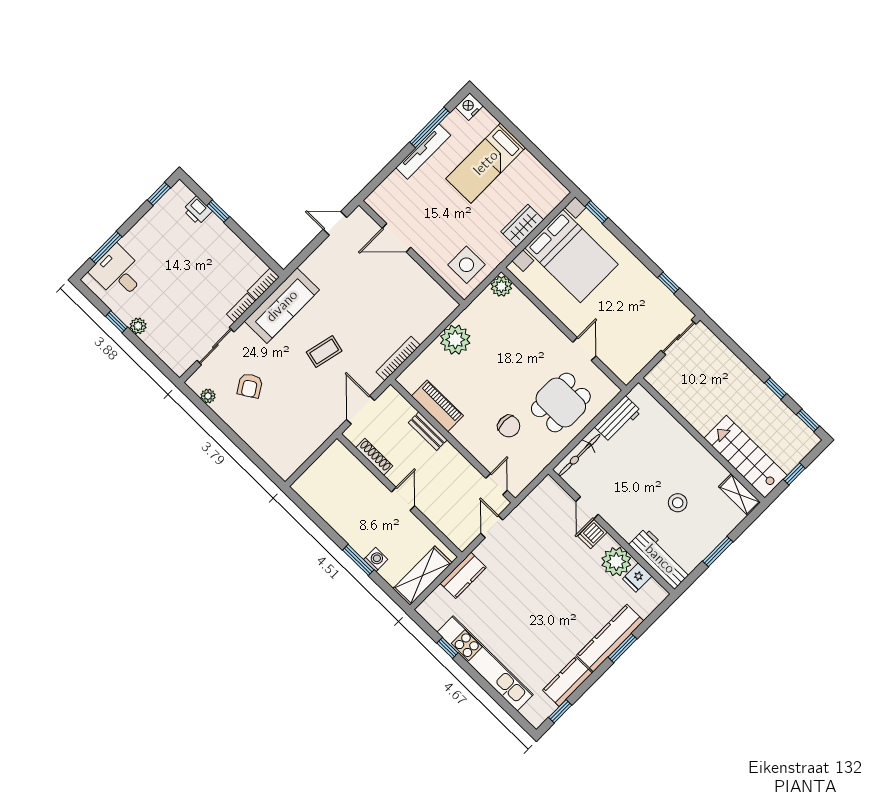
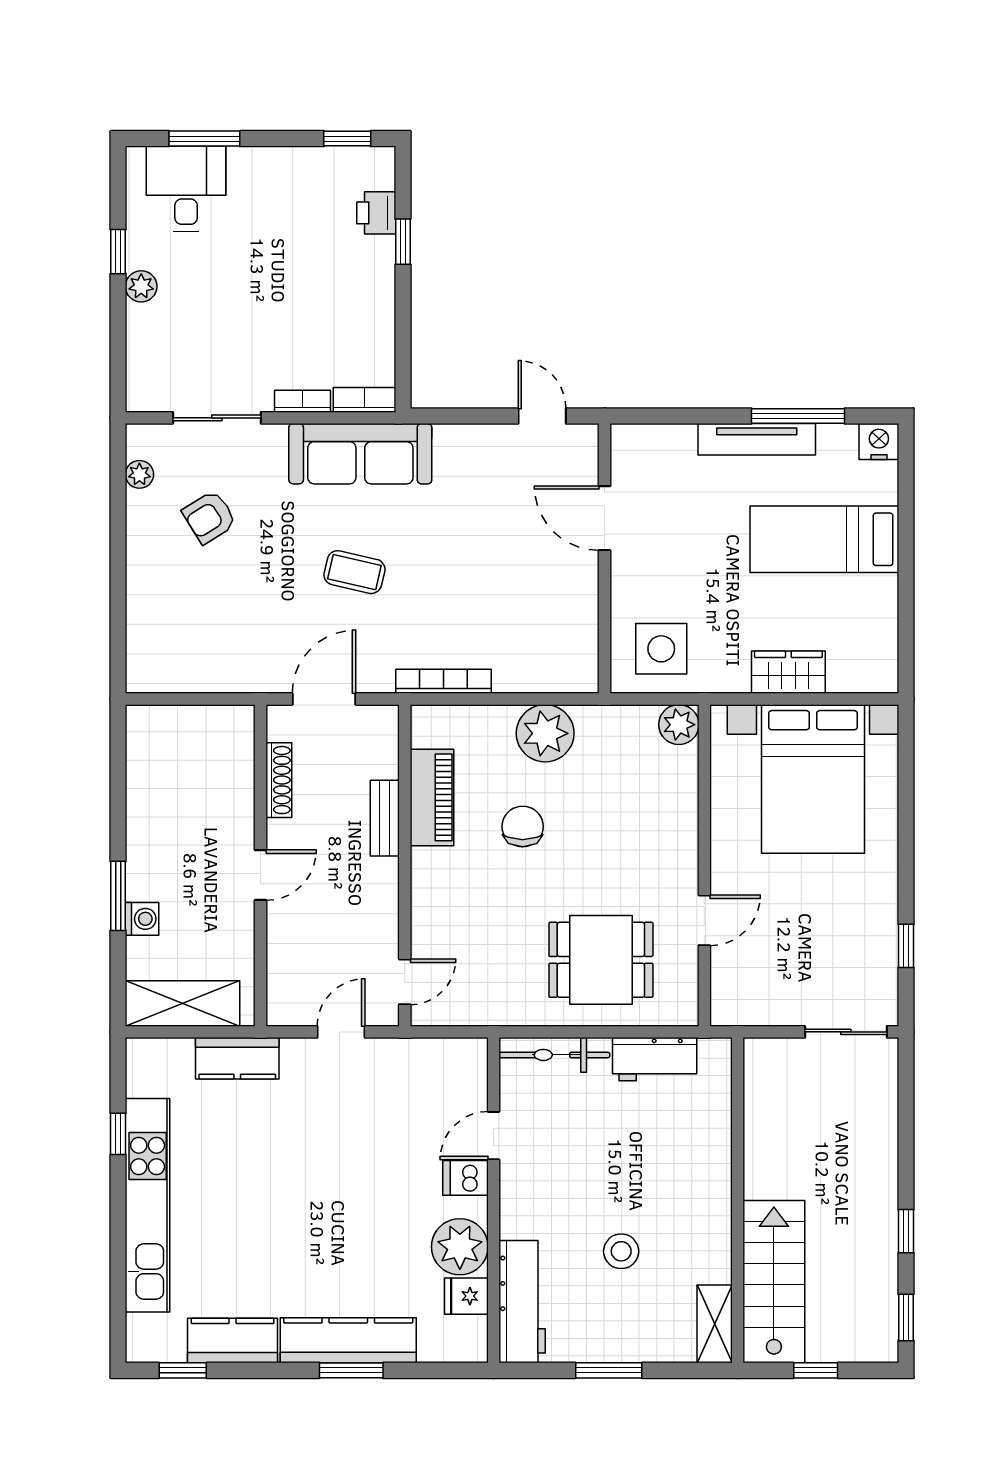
window: (597, 212) -> (906, 754), removed
chair: (509, 426) -> (523, 826), moved, turned 180

